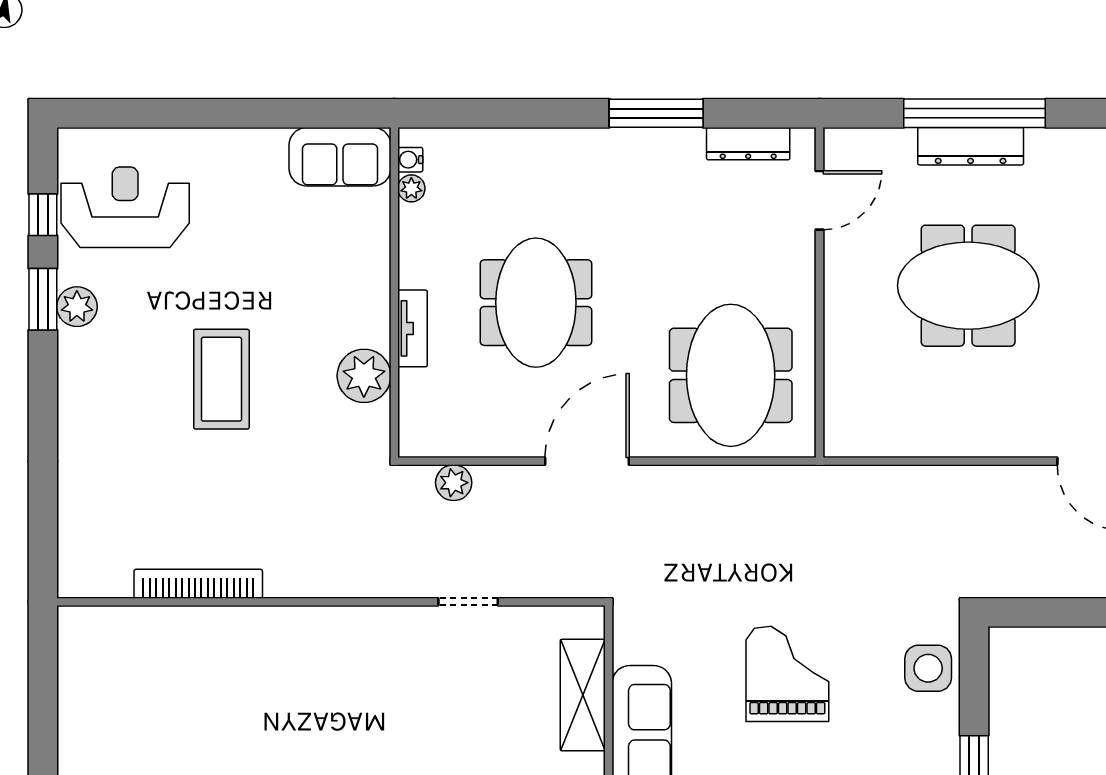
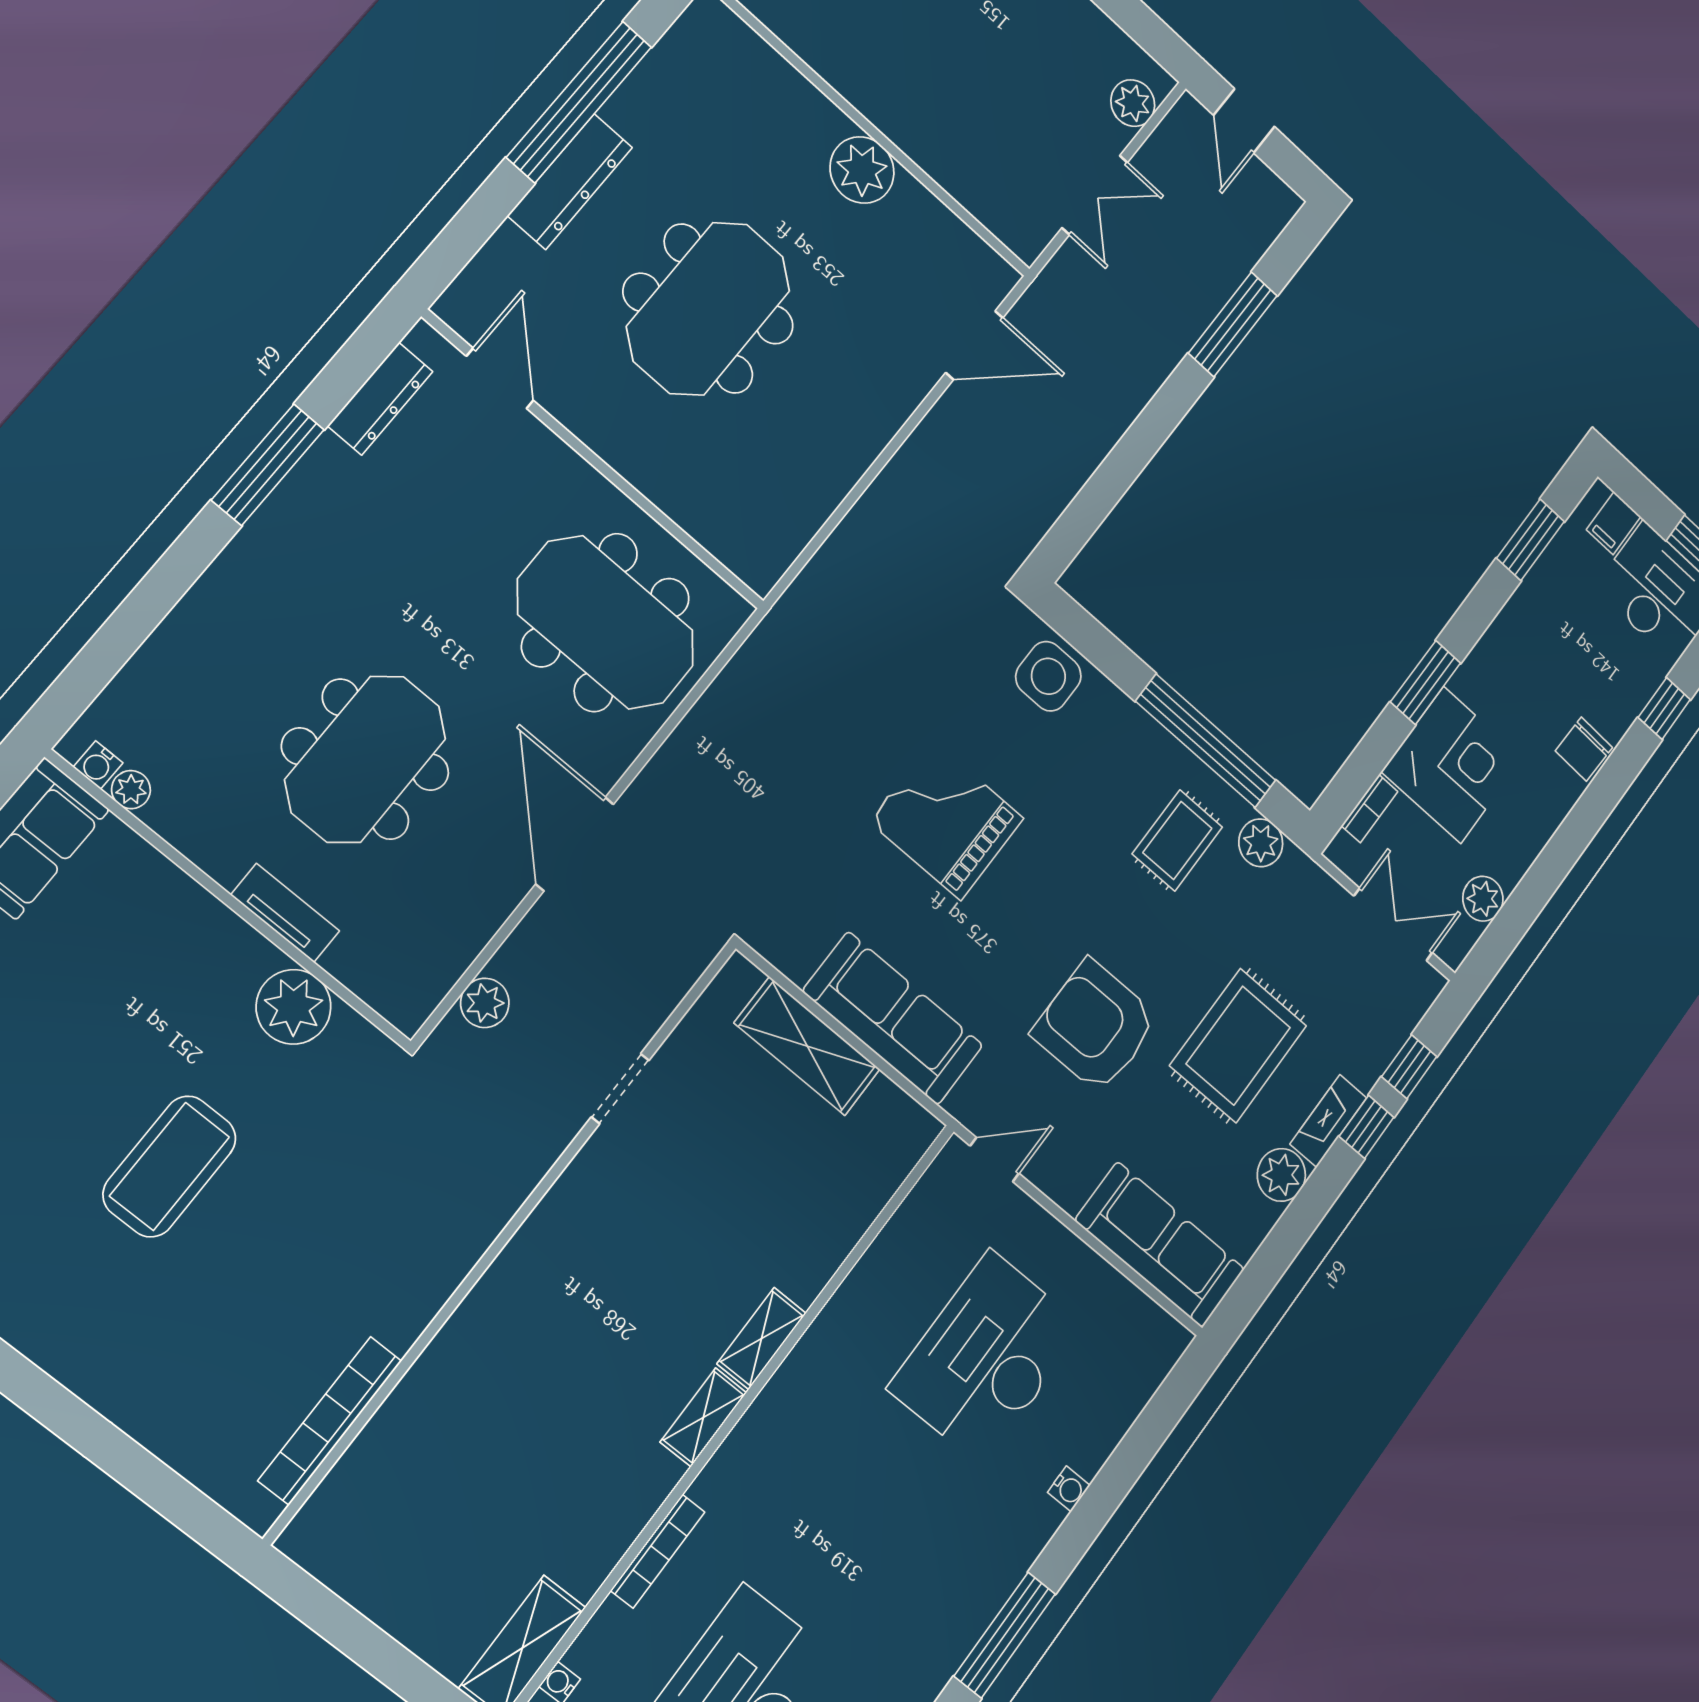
window: (975, 113) -> (579, 102), moved
meeting table: (536, 303) -> (365, 759), turned 90
coffee table: (221, 379) -> (170, 1166), turned 90
bookcase: (198, 584) -> (330, 1421), moved

